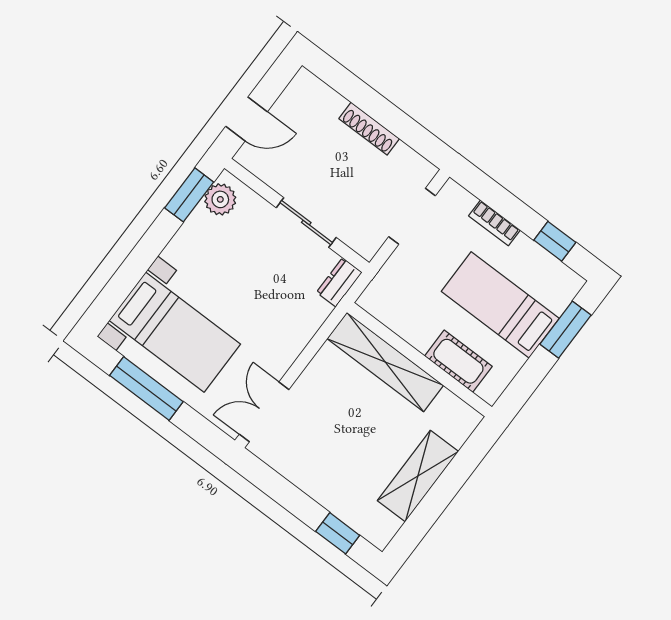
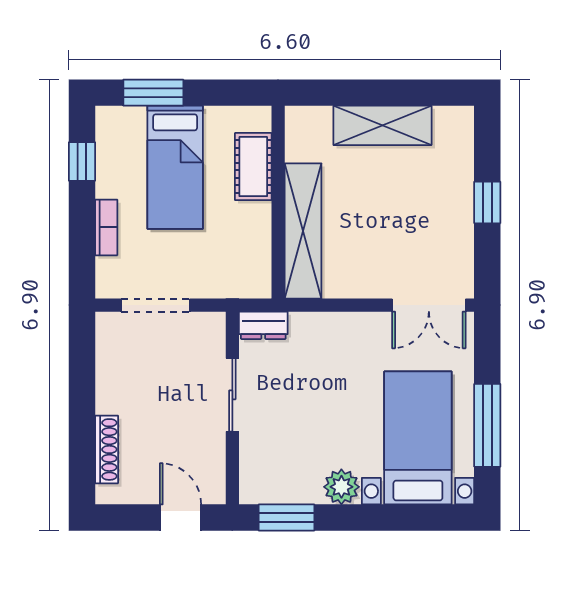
shoe rack: (369, 129) -> (107, 449), moved
plant: (220, 199) -> (341, 487), moved
window: (338, 533) -> (487, 202), moved

